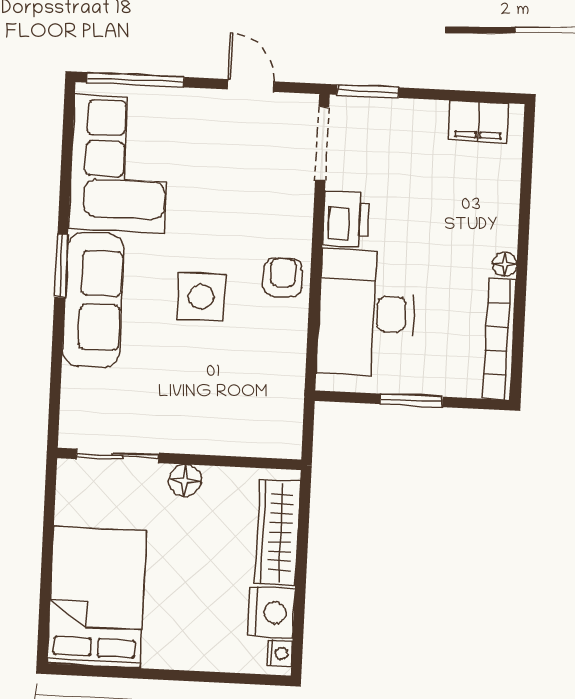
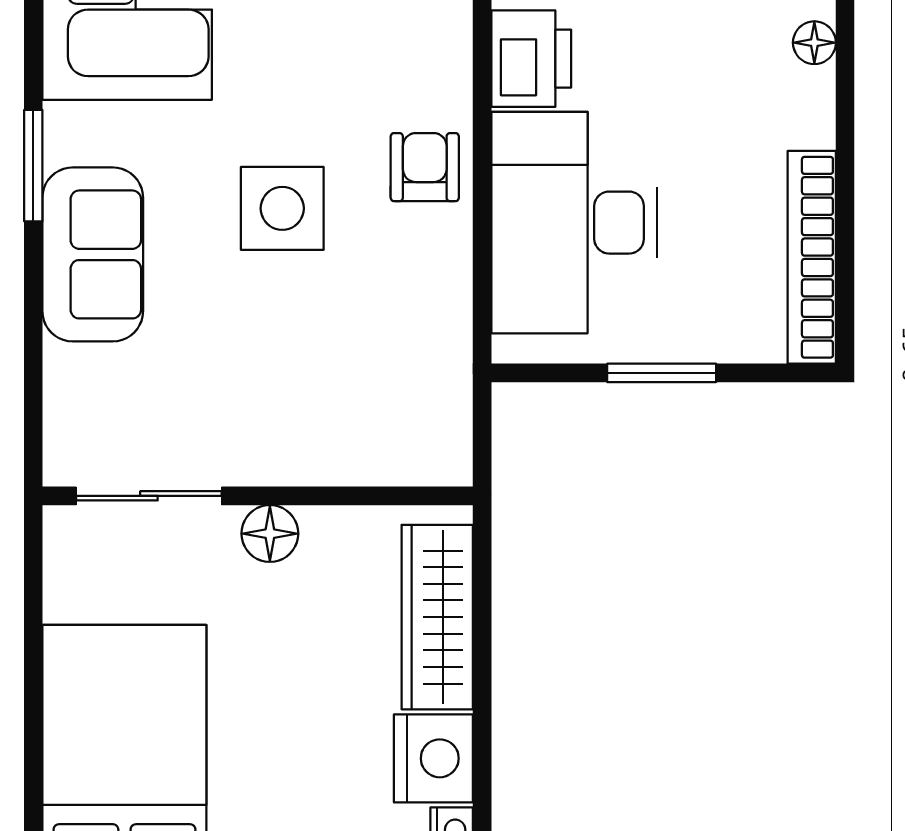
floor lamp: (505, 264) -> (814, 43), moved
sofa: (93, 300) -> (93, 254), width x0.73

